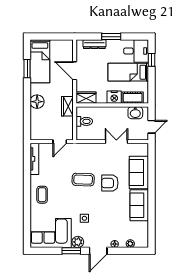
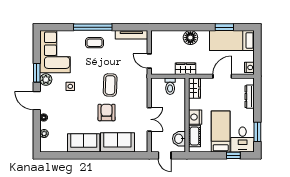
window: (111, 37) -> (257, 132), moved
nightstand: (66, 44) -> (249, 67), added
window: (27, 196) -> (93, 27), added

